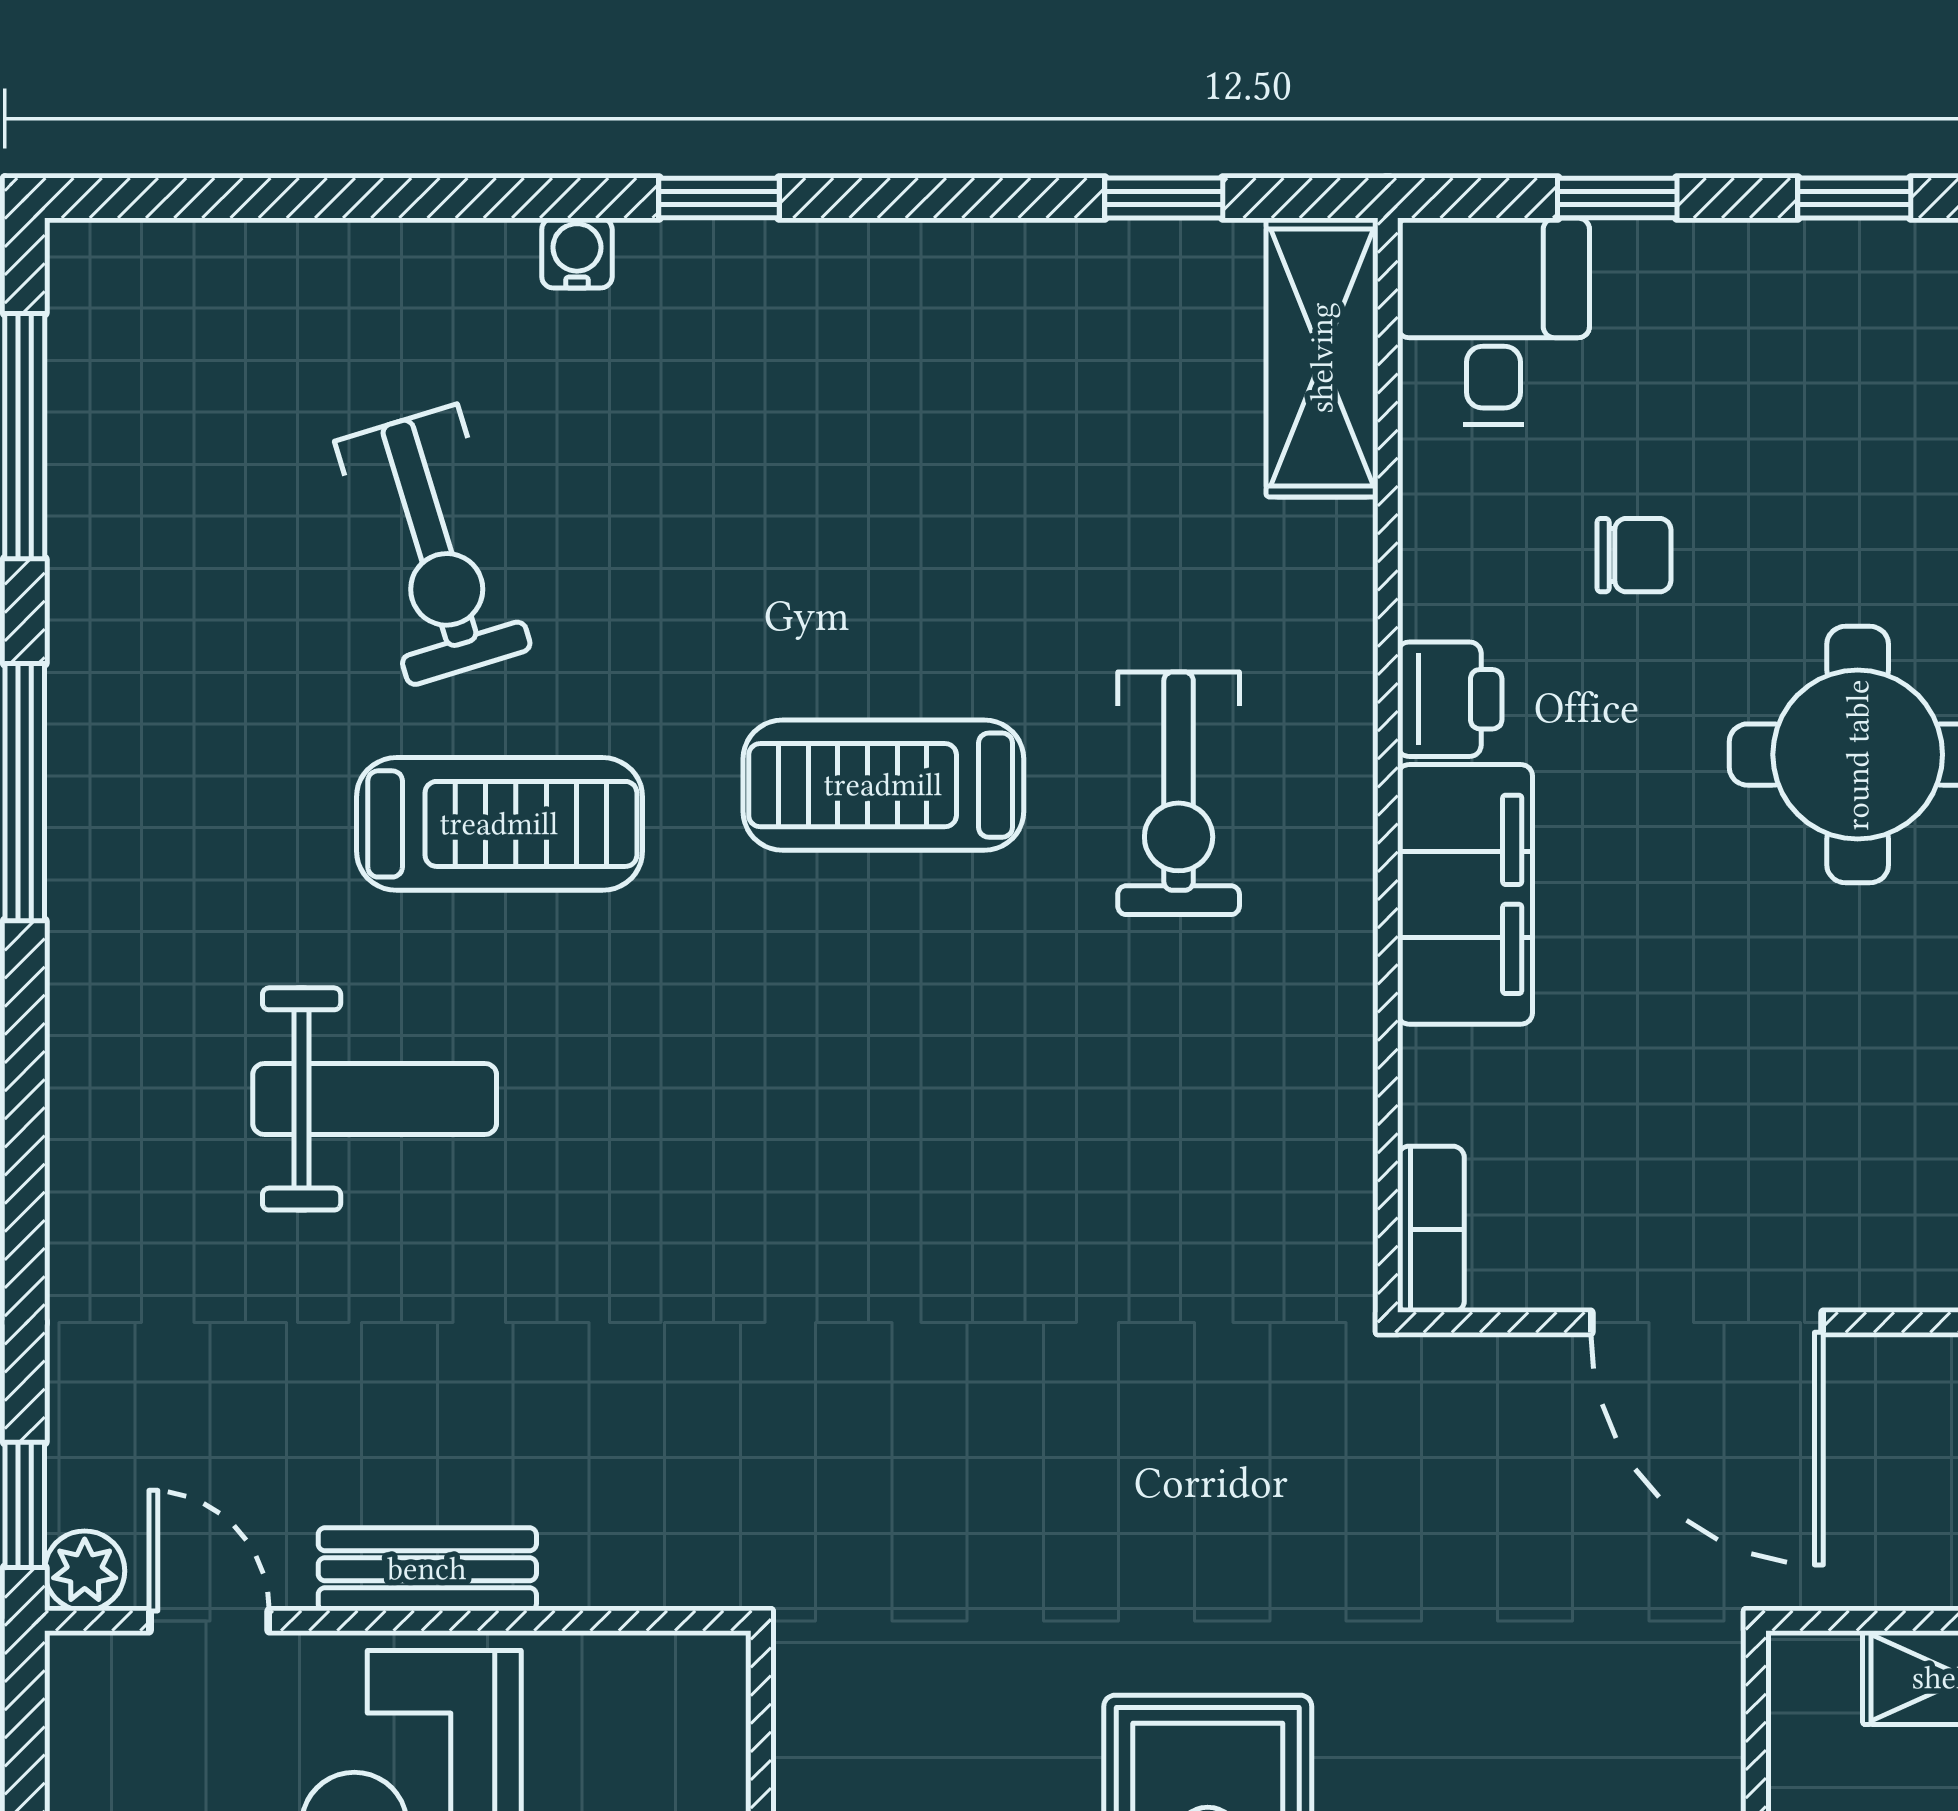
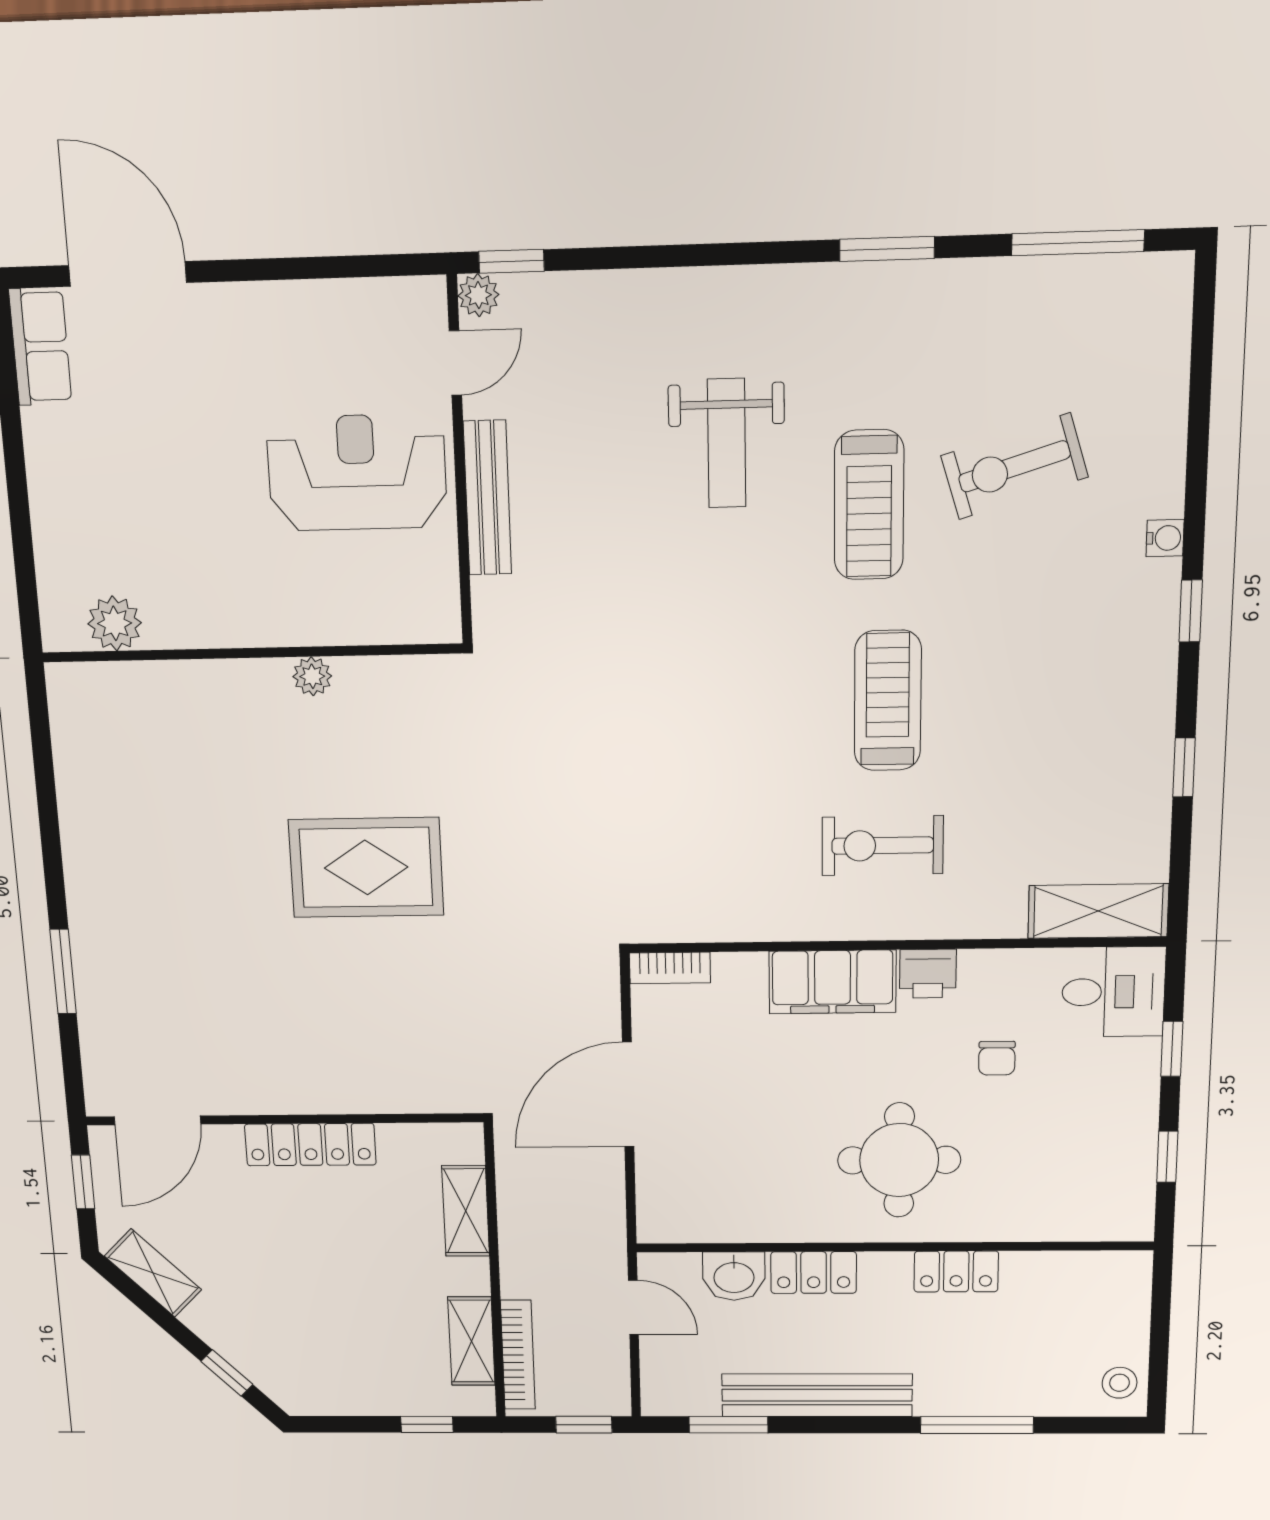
window: (1164, 198) -> (1184, 767), moved
window: (25, 792) -> (887, 249), width x0.69
bench: (427, 1569) -> (487, 498), width x1.36

